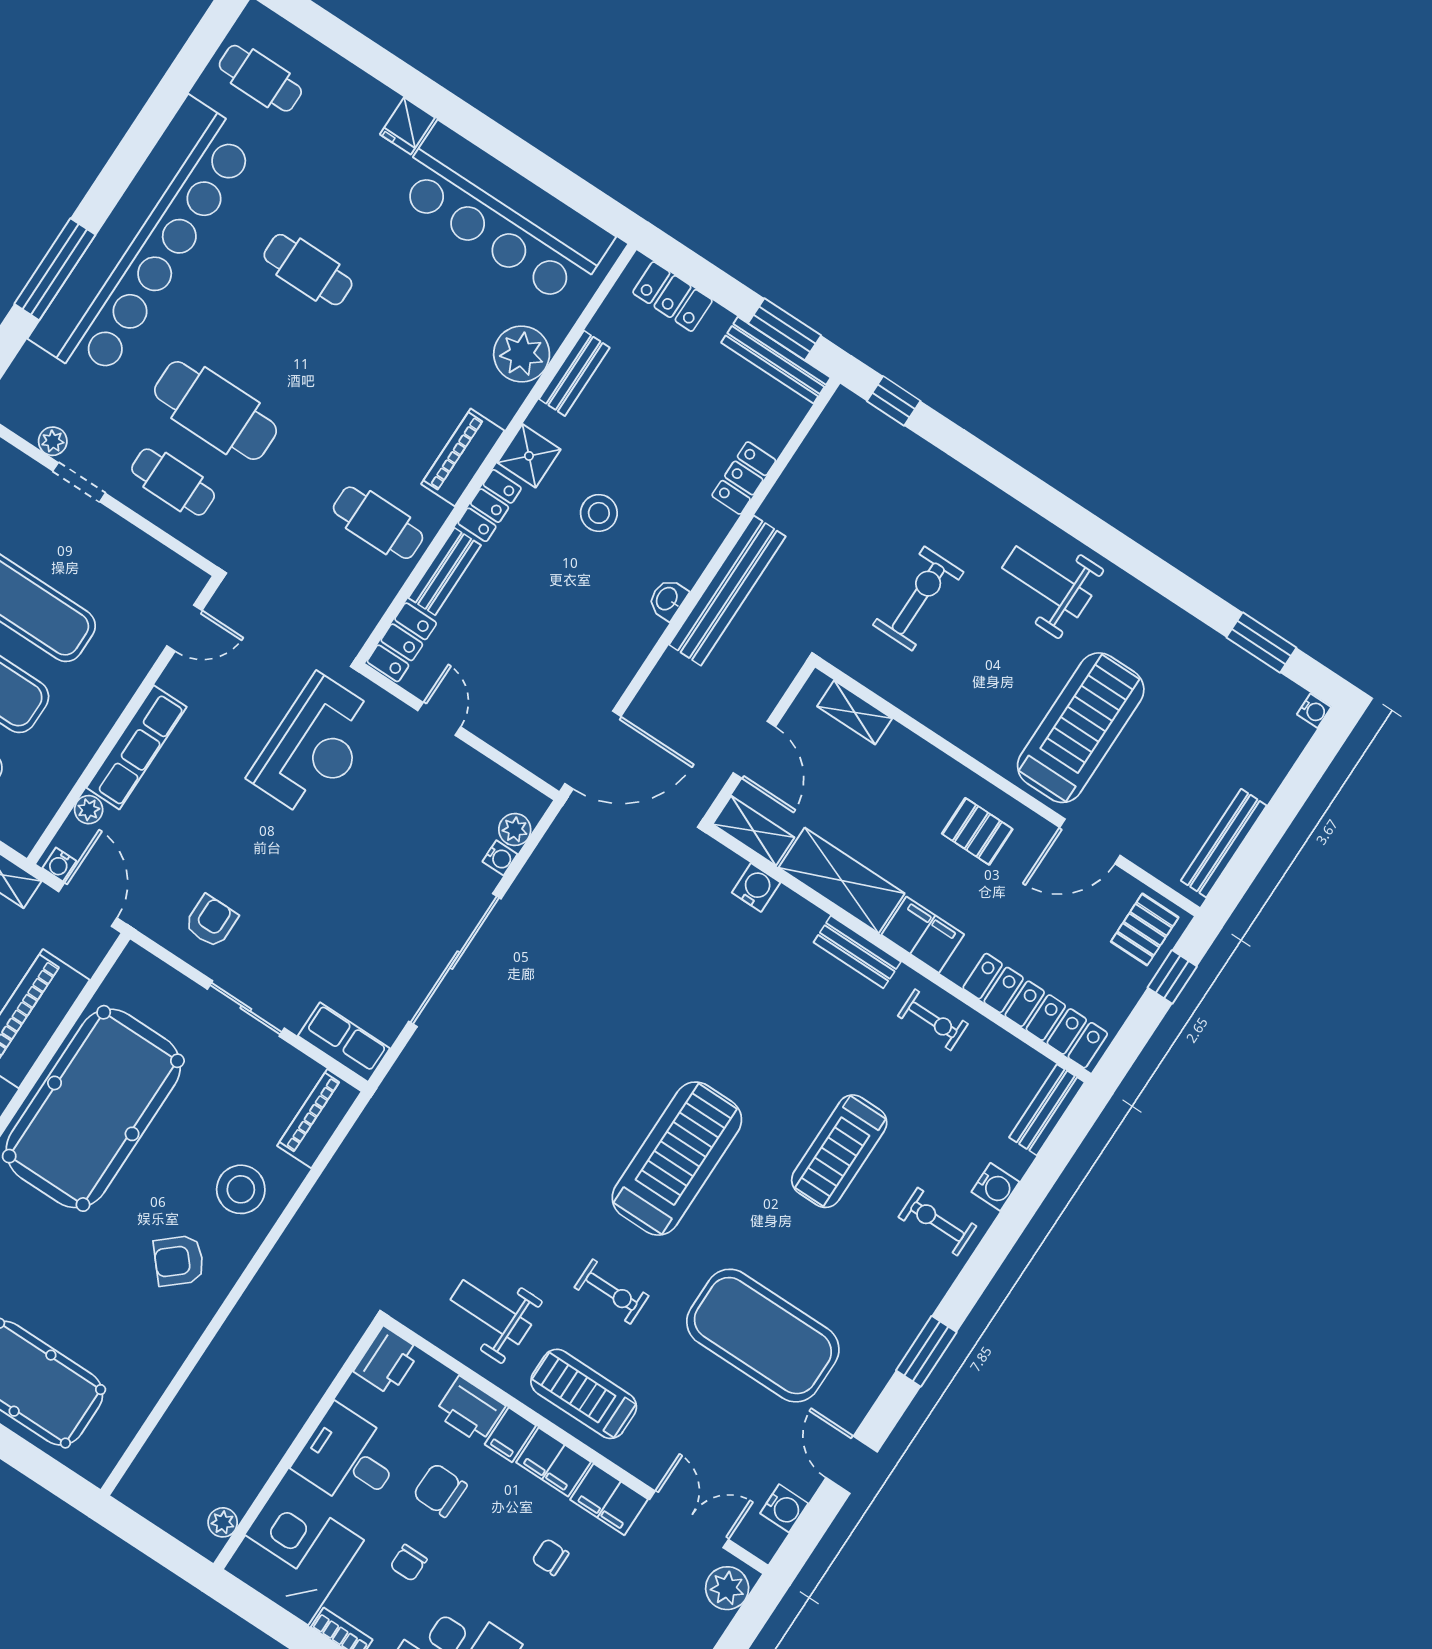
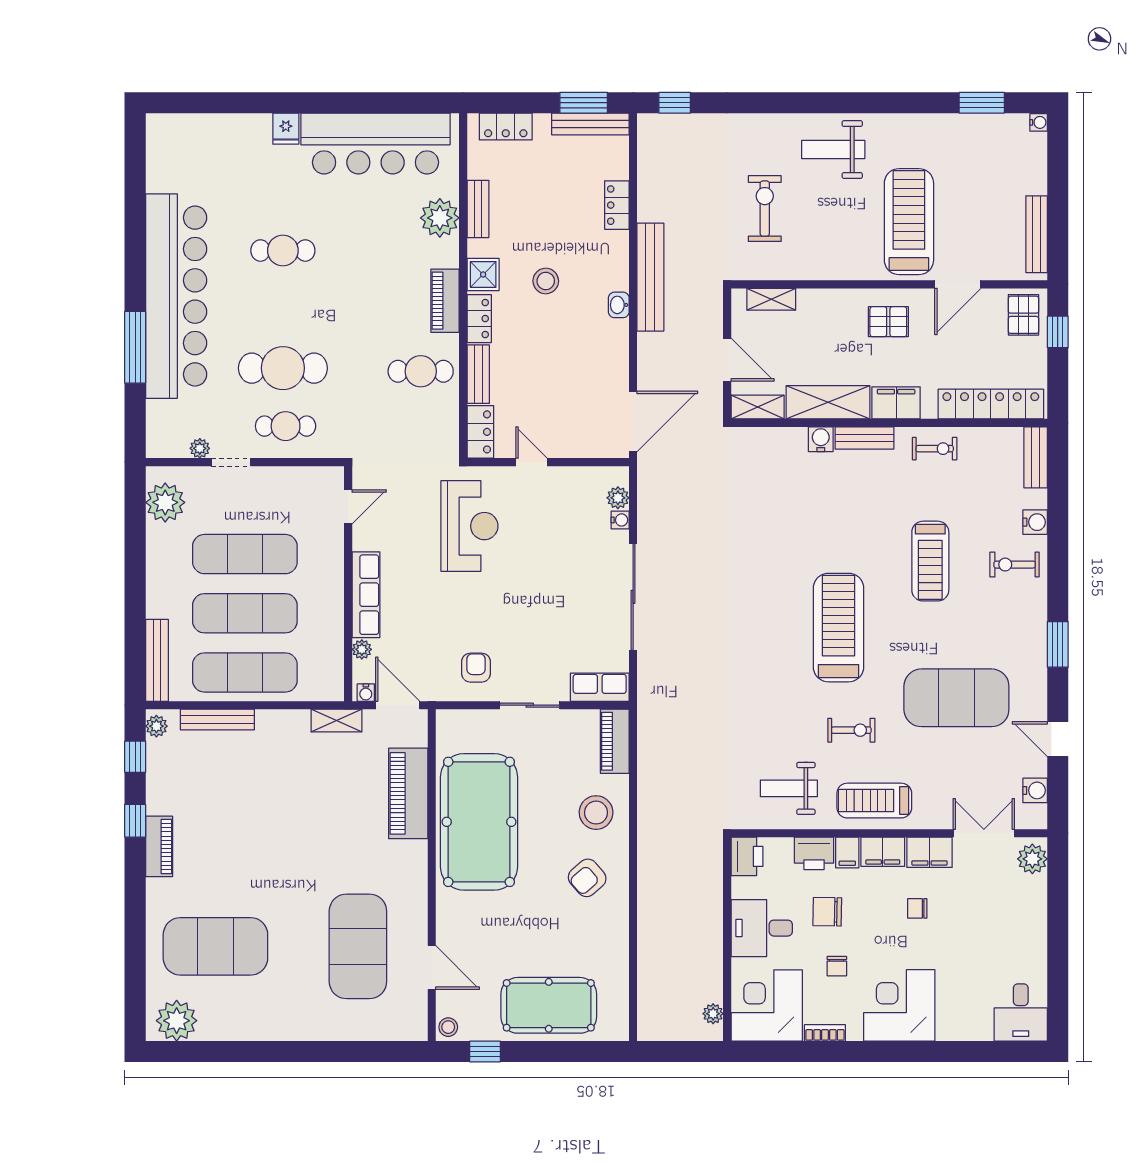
cafe table: (260, 78) -> (182, 157), removed
water cooler: (756, 888) -> (821, 439), moved

